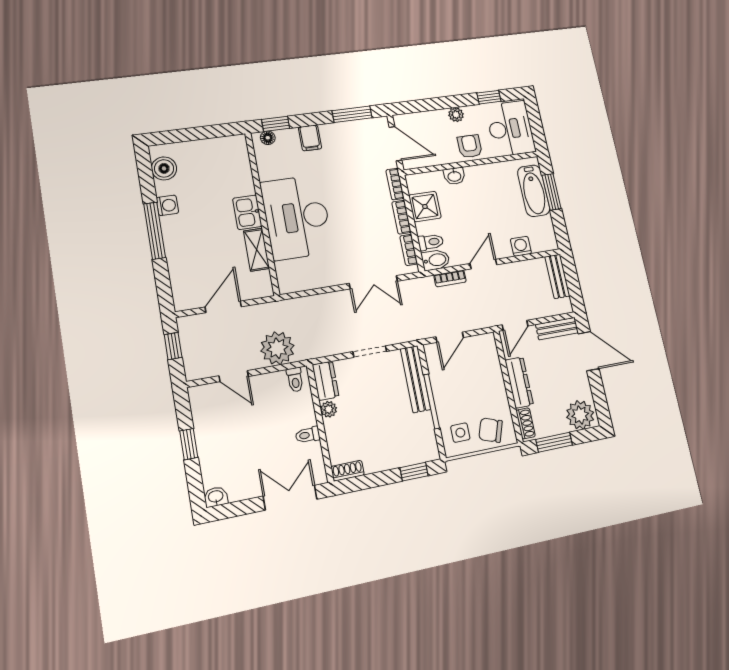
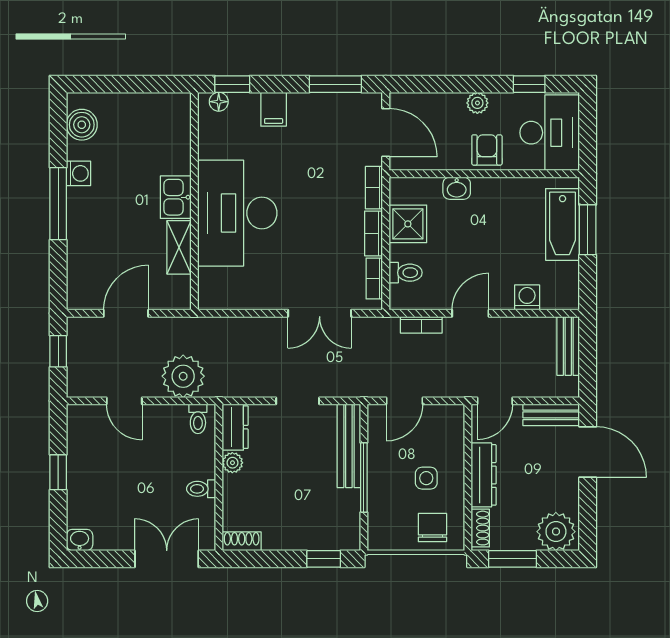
bidet: (436, 260) -> (407, 297), removed
chair: (491, 430) -> (432, 528), turned 71
side table: (460, 433) -> (426, 478), moved

